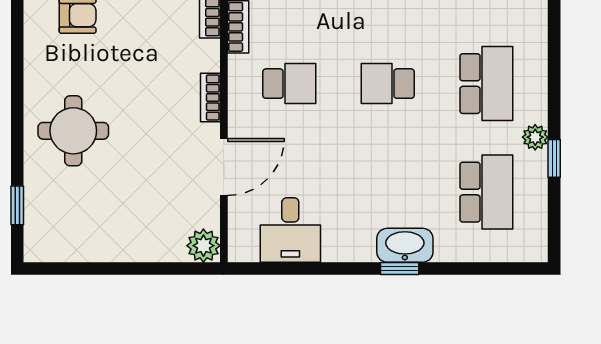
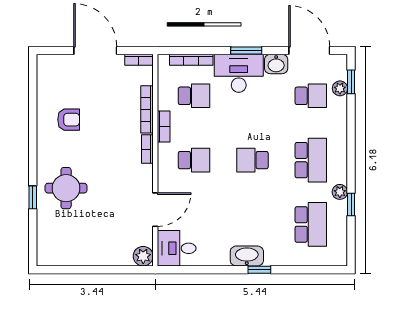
bookcase: (210, 98) -> (147, 149), moved
window: (17, 205) -> (33, 197), moved
desk: (290, 230) -> (177, 248), moved, turned 90
washbasin: (405, 245) -> (247, 256), moved

